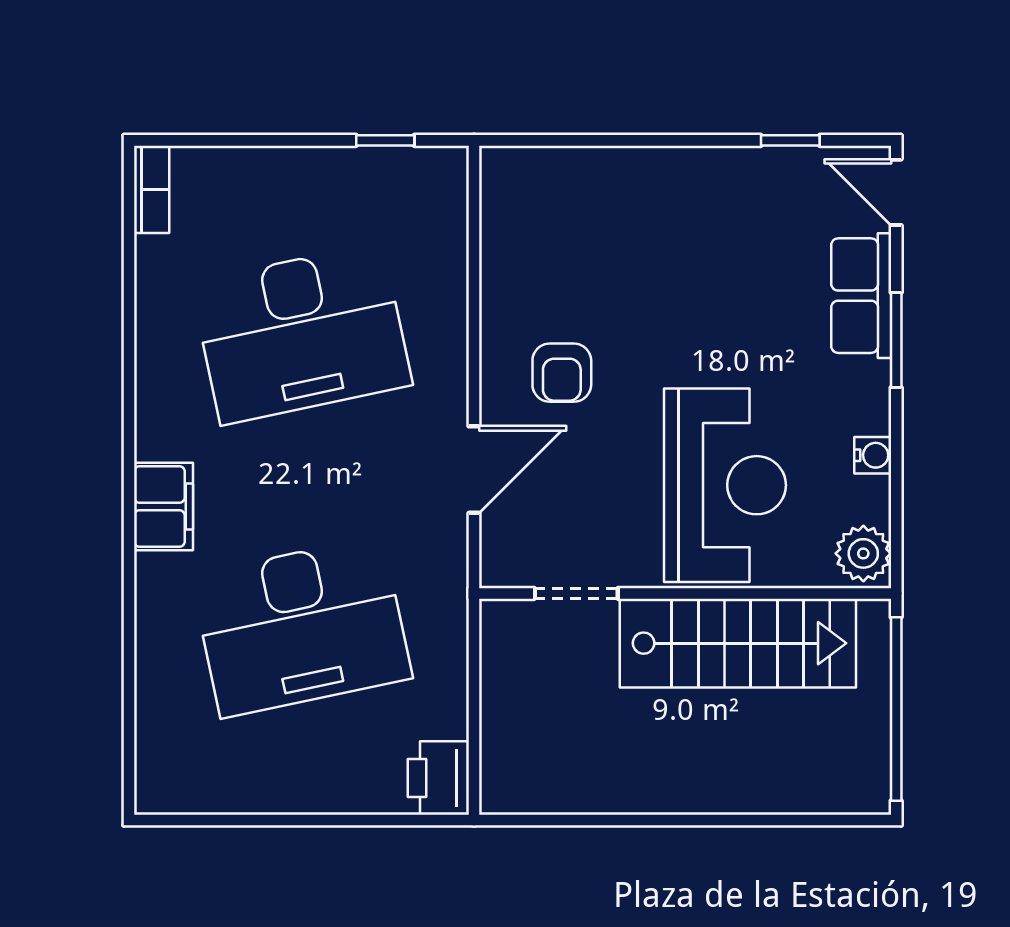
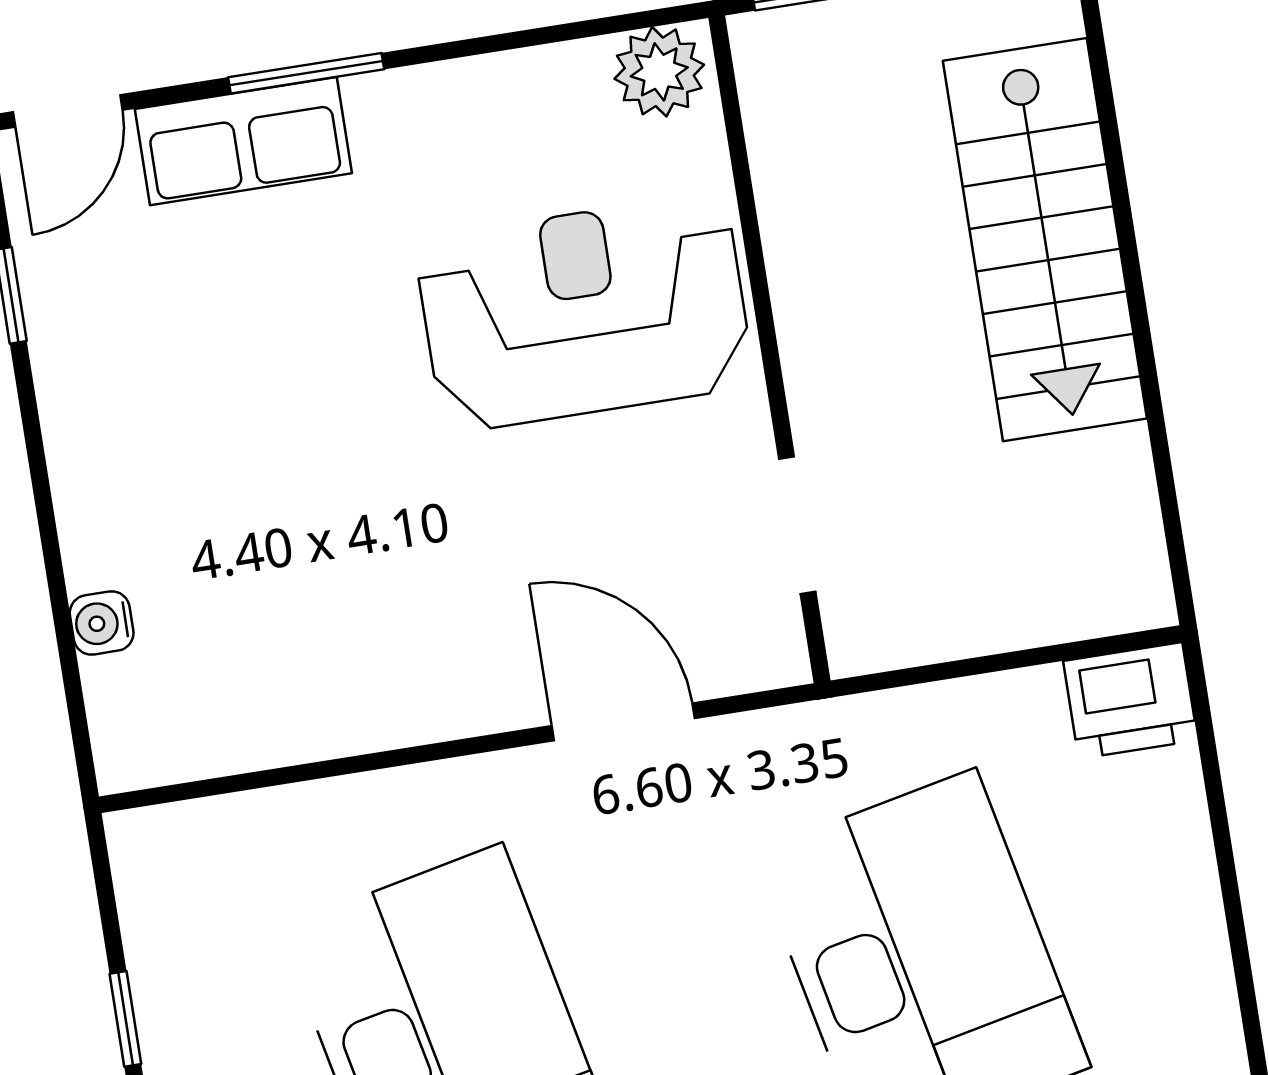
window: (385, 140) -> (125, 1019), moved
armchair: (562, 373) -> (444, 605), removed
water cooler: (873, 455) -> (102, 623), moved, turned -90
stairs: (738, 643) -> (1045, 240), moved, turned 180

